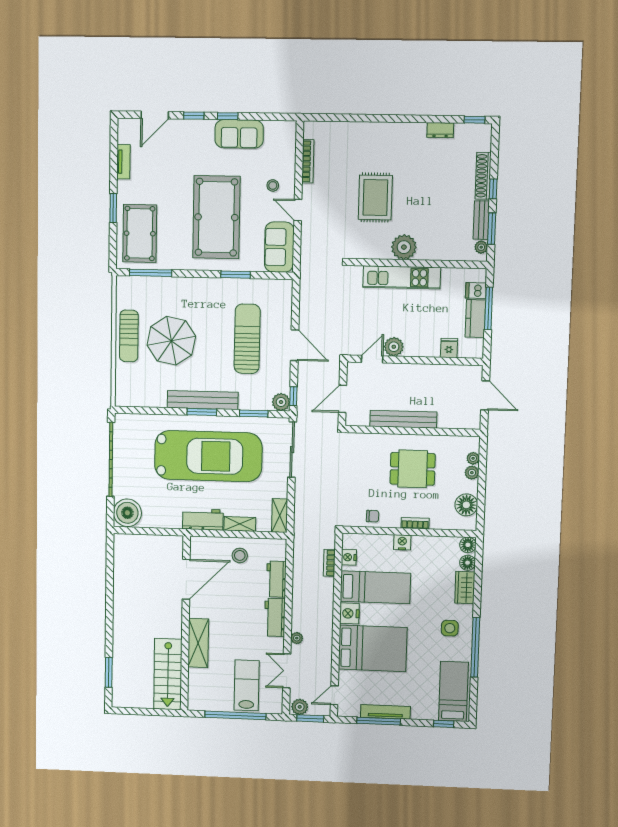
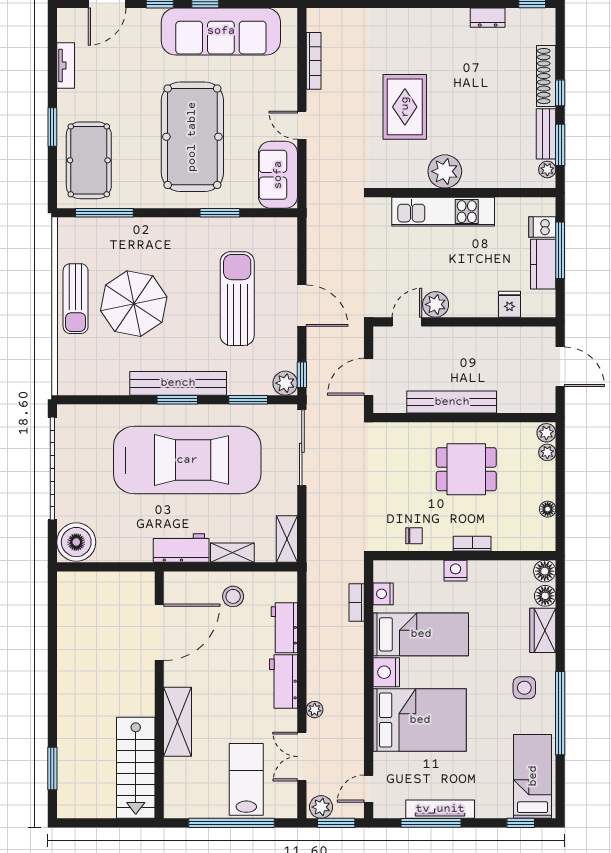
sofa: (239, 134) -> (221, 31), width x1.85, depth x1.27
stool: (273, 185) -> (267, 93), removed
plant: (472, 473) -> (546, 433), moved
floor lamp: (466, 505) -> (548, 509), width x0.53, depth x0.53

